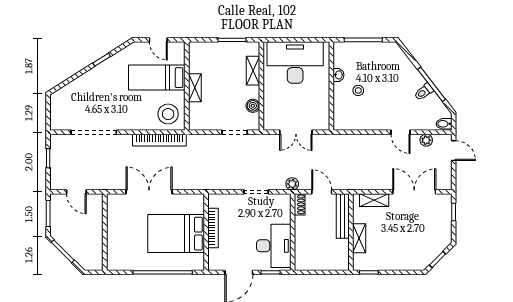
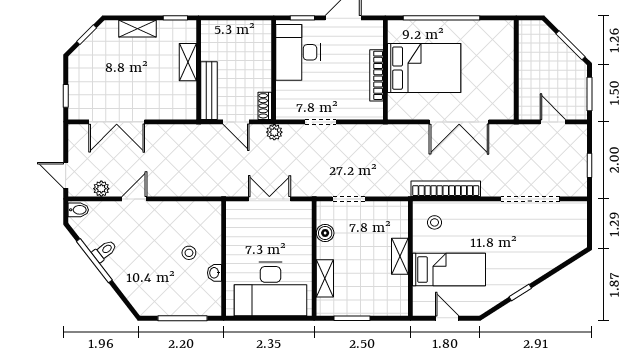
stool: (168, 114) -> (435, 222), width x0.53, depth x0.53
door: (400, 132) -> (134, 199), hinge flipped
shelving: (374, 200) -> (138, 29), moved

